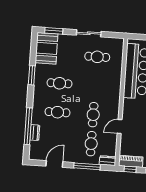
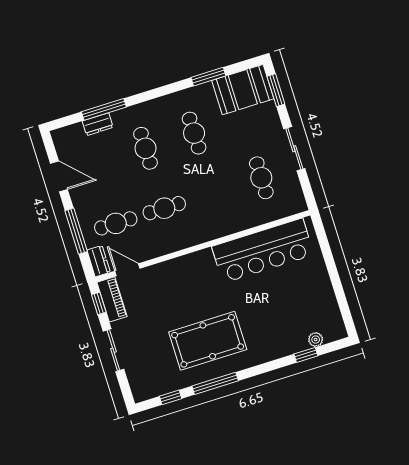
window: (32, 75) -> (208, 77), moved
window: (28, 126) -> (104, 109), width x0.68
door: (120, 126) -> (127, 270), moved

